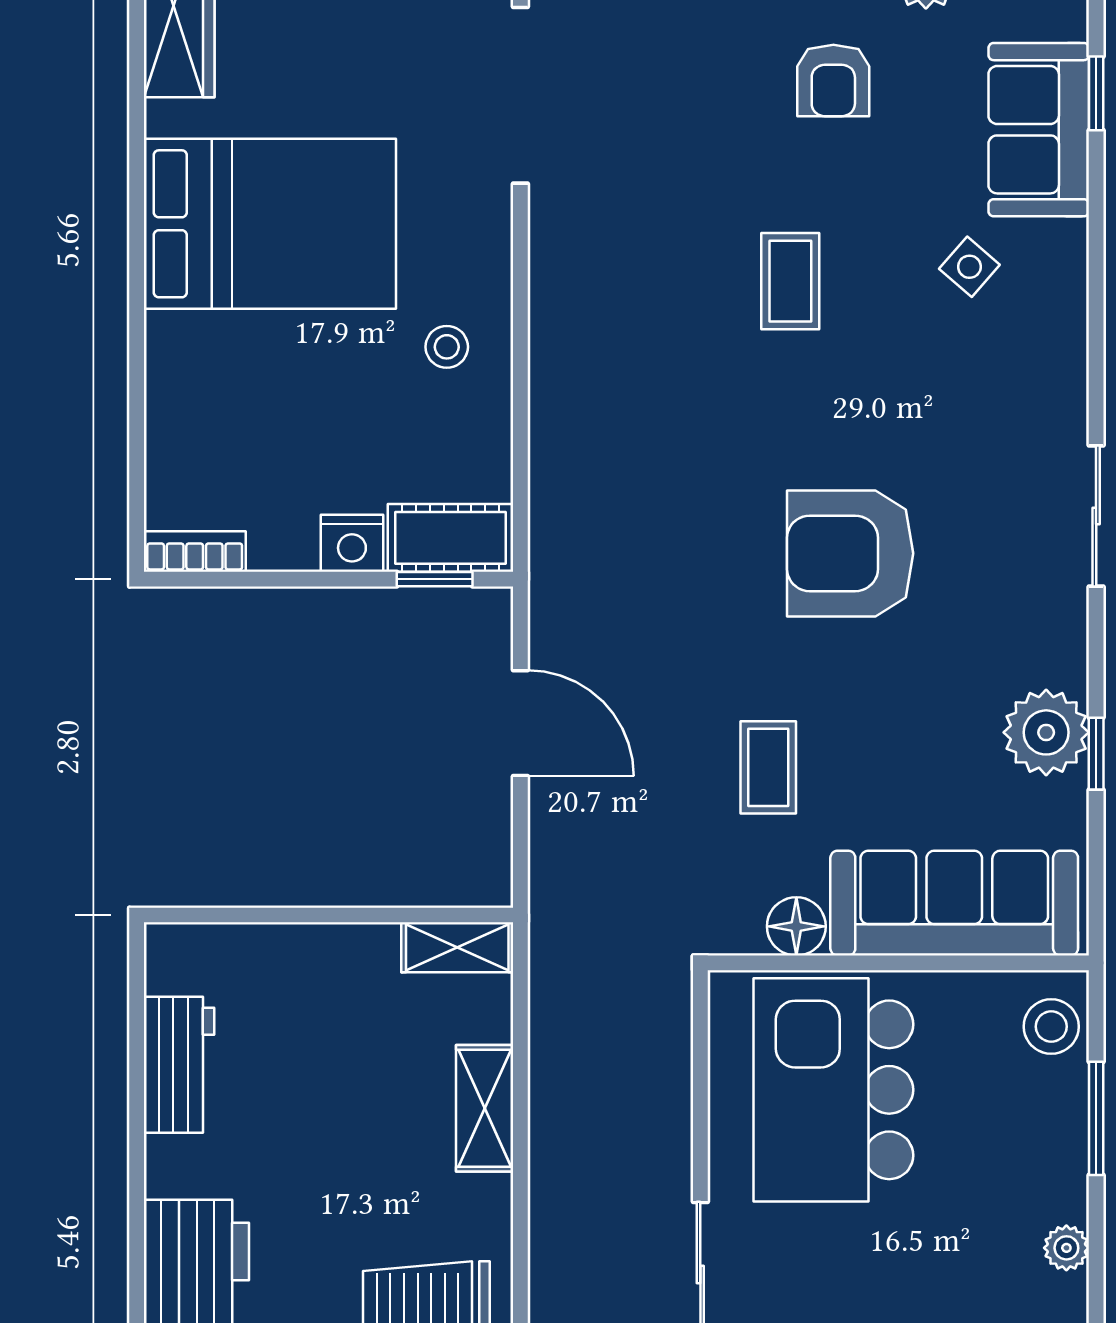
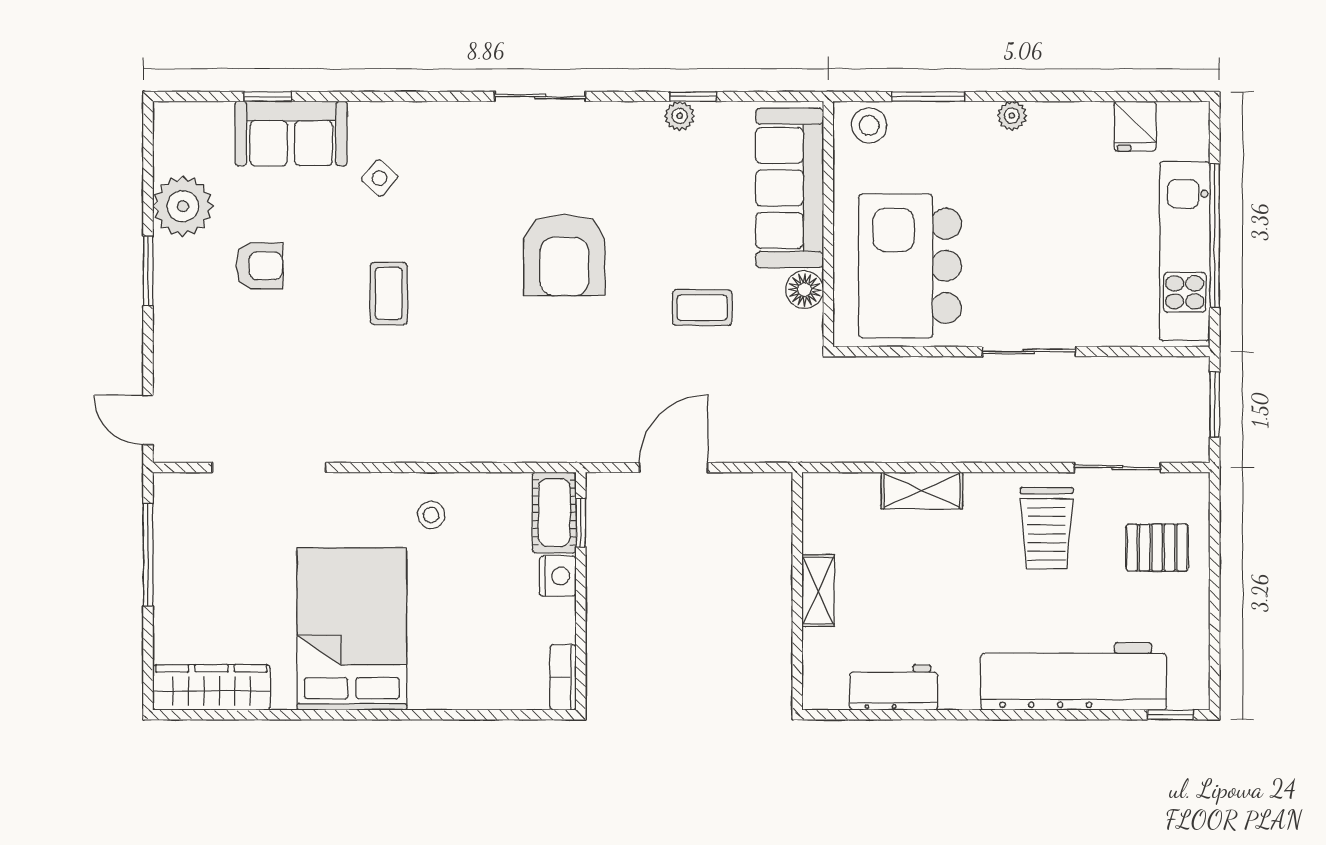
coffee table: (790, 281) -> (389, 294), turned 90
plant: (1046, 732) -> (680, 116), width x0.53, depth x0.53
shelving: (457, 947) -> (818, 591), moved
kitchen island: (833, 1090) -> (910, 266), turned 90

